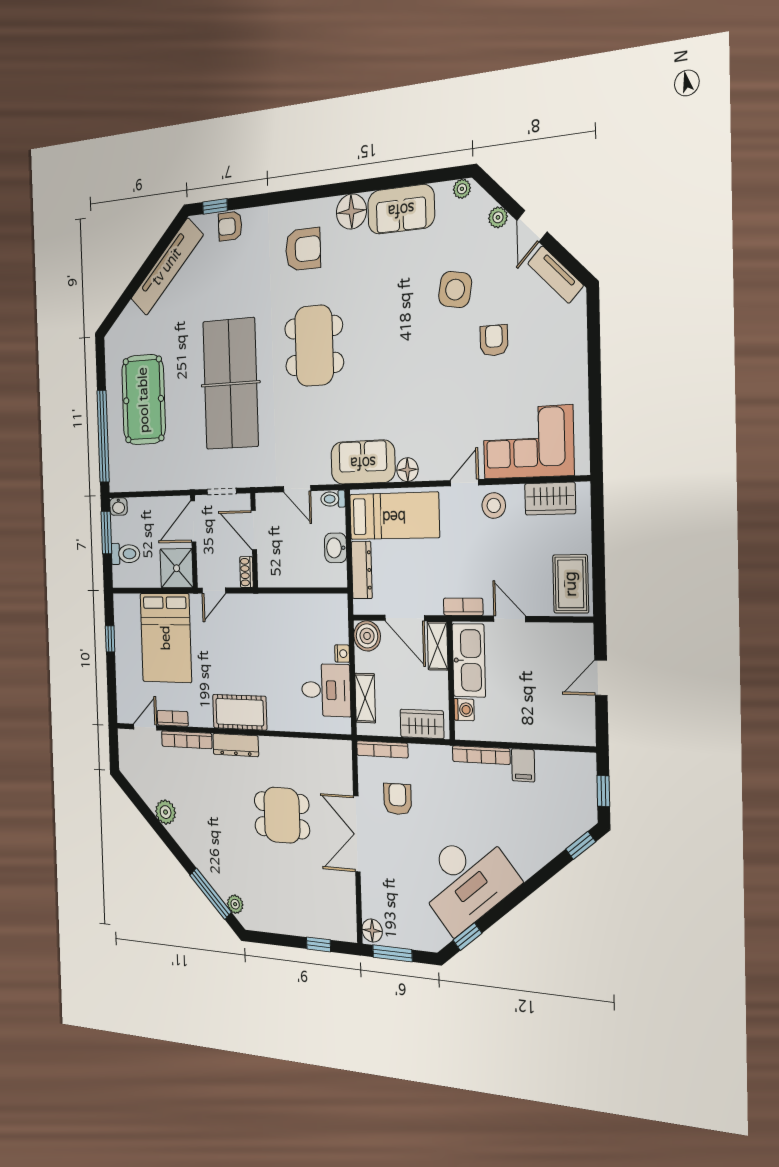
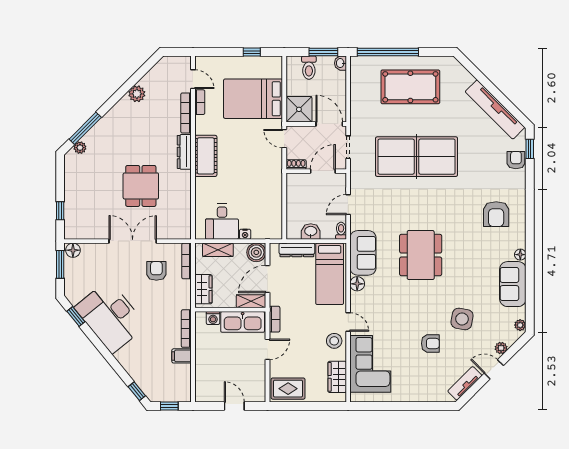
floor lamp: (351, 212) -> (520, 255), width x0.53, depth x0.53
dining table: (314, 346) -> (421, 255), moved, turned 90
armchair: (398, 799) -> (156, 271), turned -90

